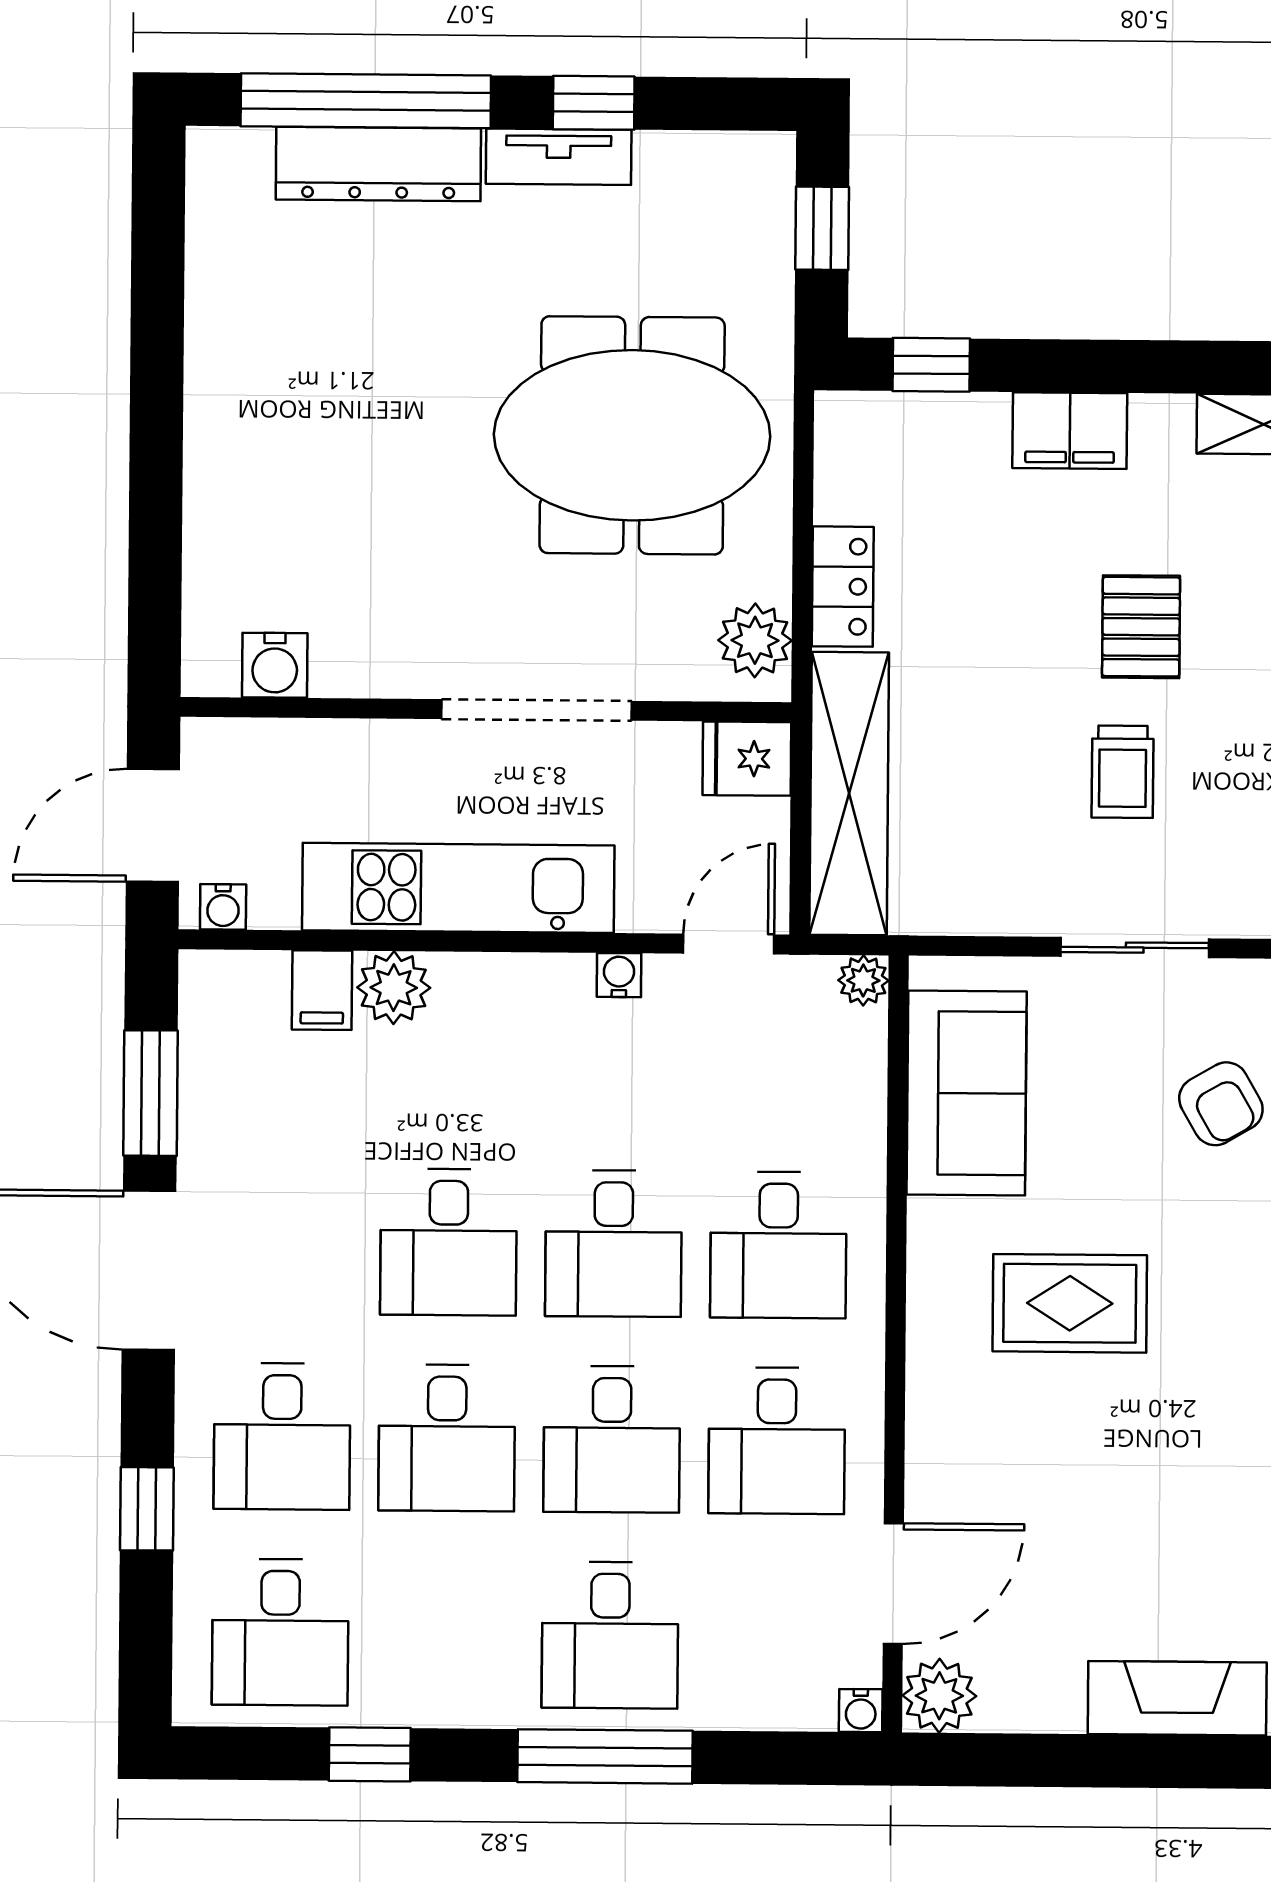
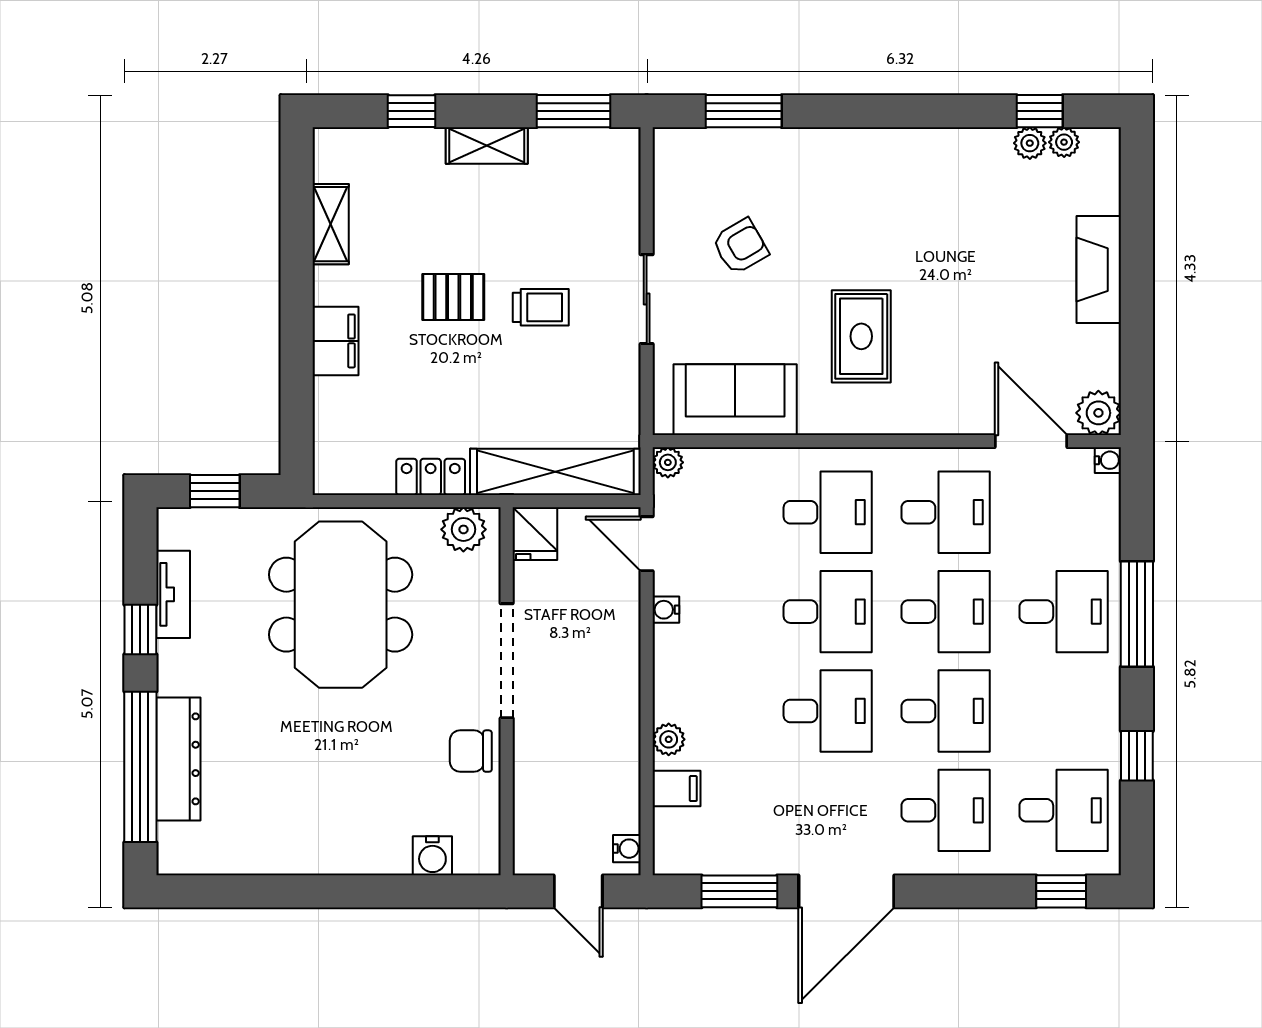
tv unit: (559, 157) -> (173, 594), moved
window: (931, 365) -> (297, 425), removed
chair: (387, 649) -> (471, 751), added
water cooler: (275, 665) -> (432, 856), moved, turned 90
door: (153, 825) -> (578, 891), width x0.73
kitchen unit: (458, 888) -> (614, 707), removed
plant: (394, 988) -> (669, 739), width x0.73, depth x0.73
window: (147, 1509) -> (1061, 891), moved

